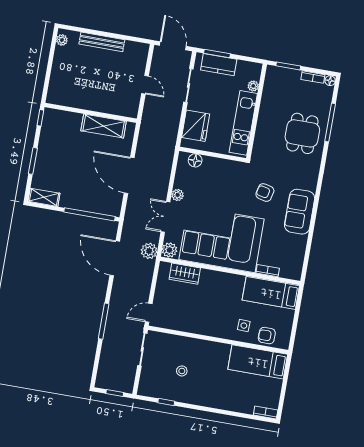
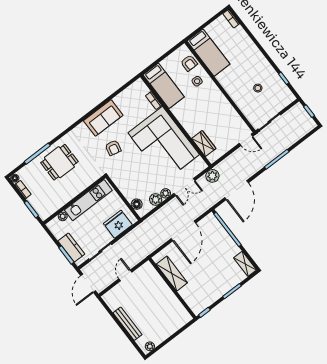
plant: (169, 250) -> (156, 199), moved

